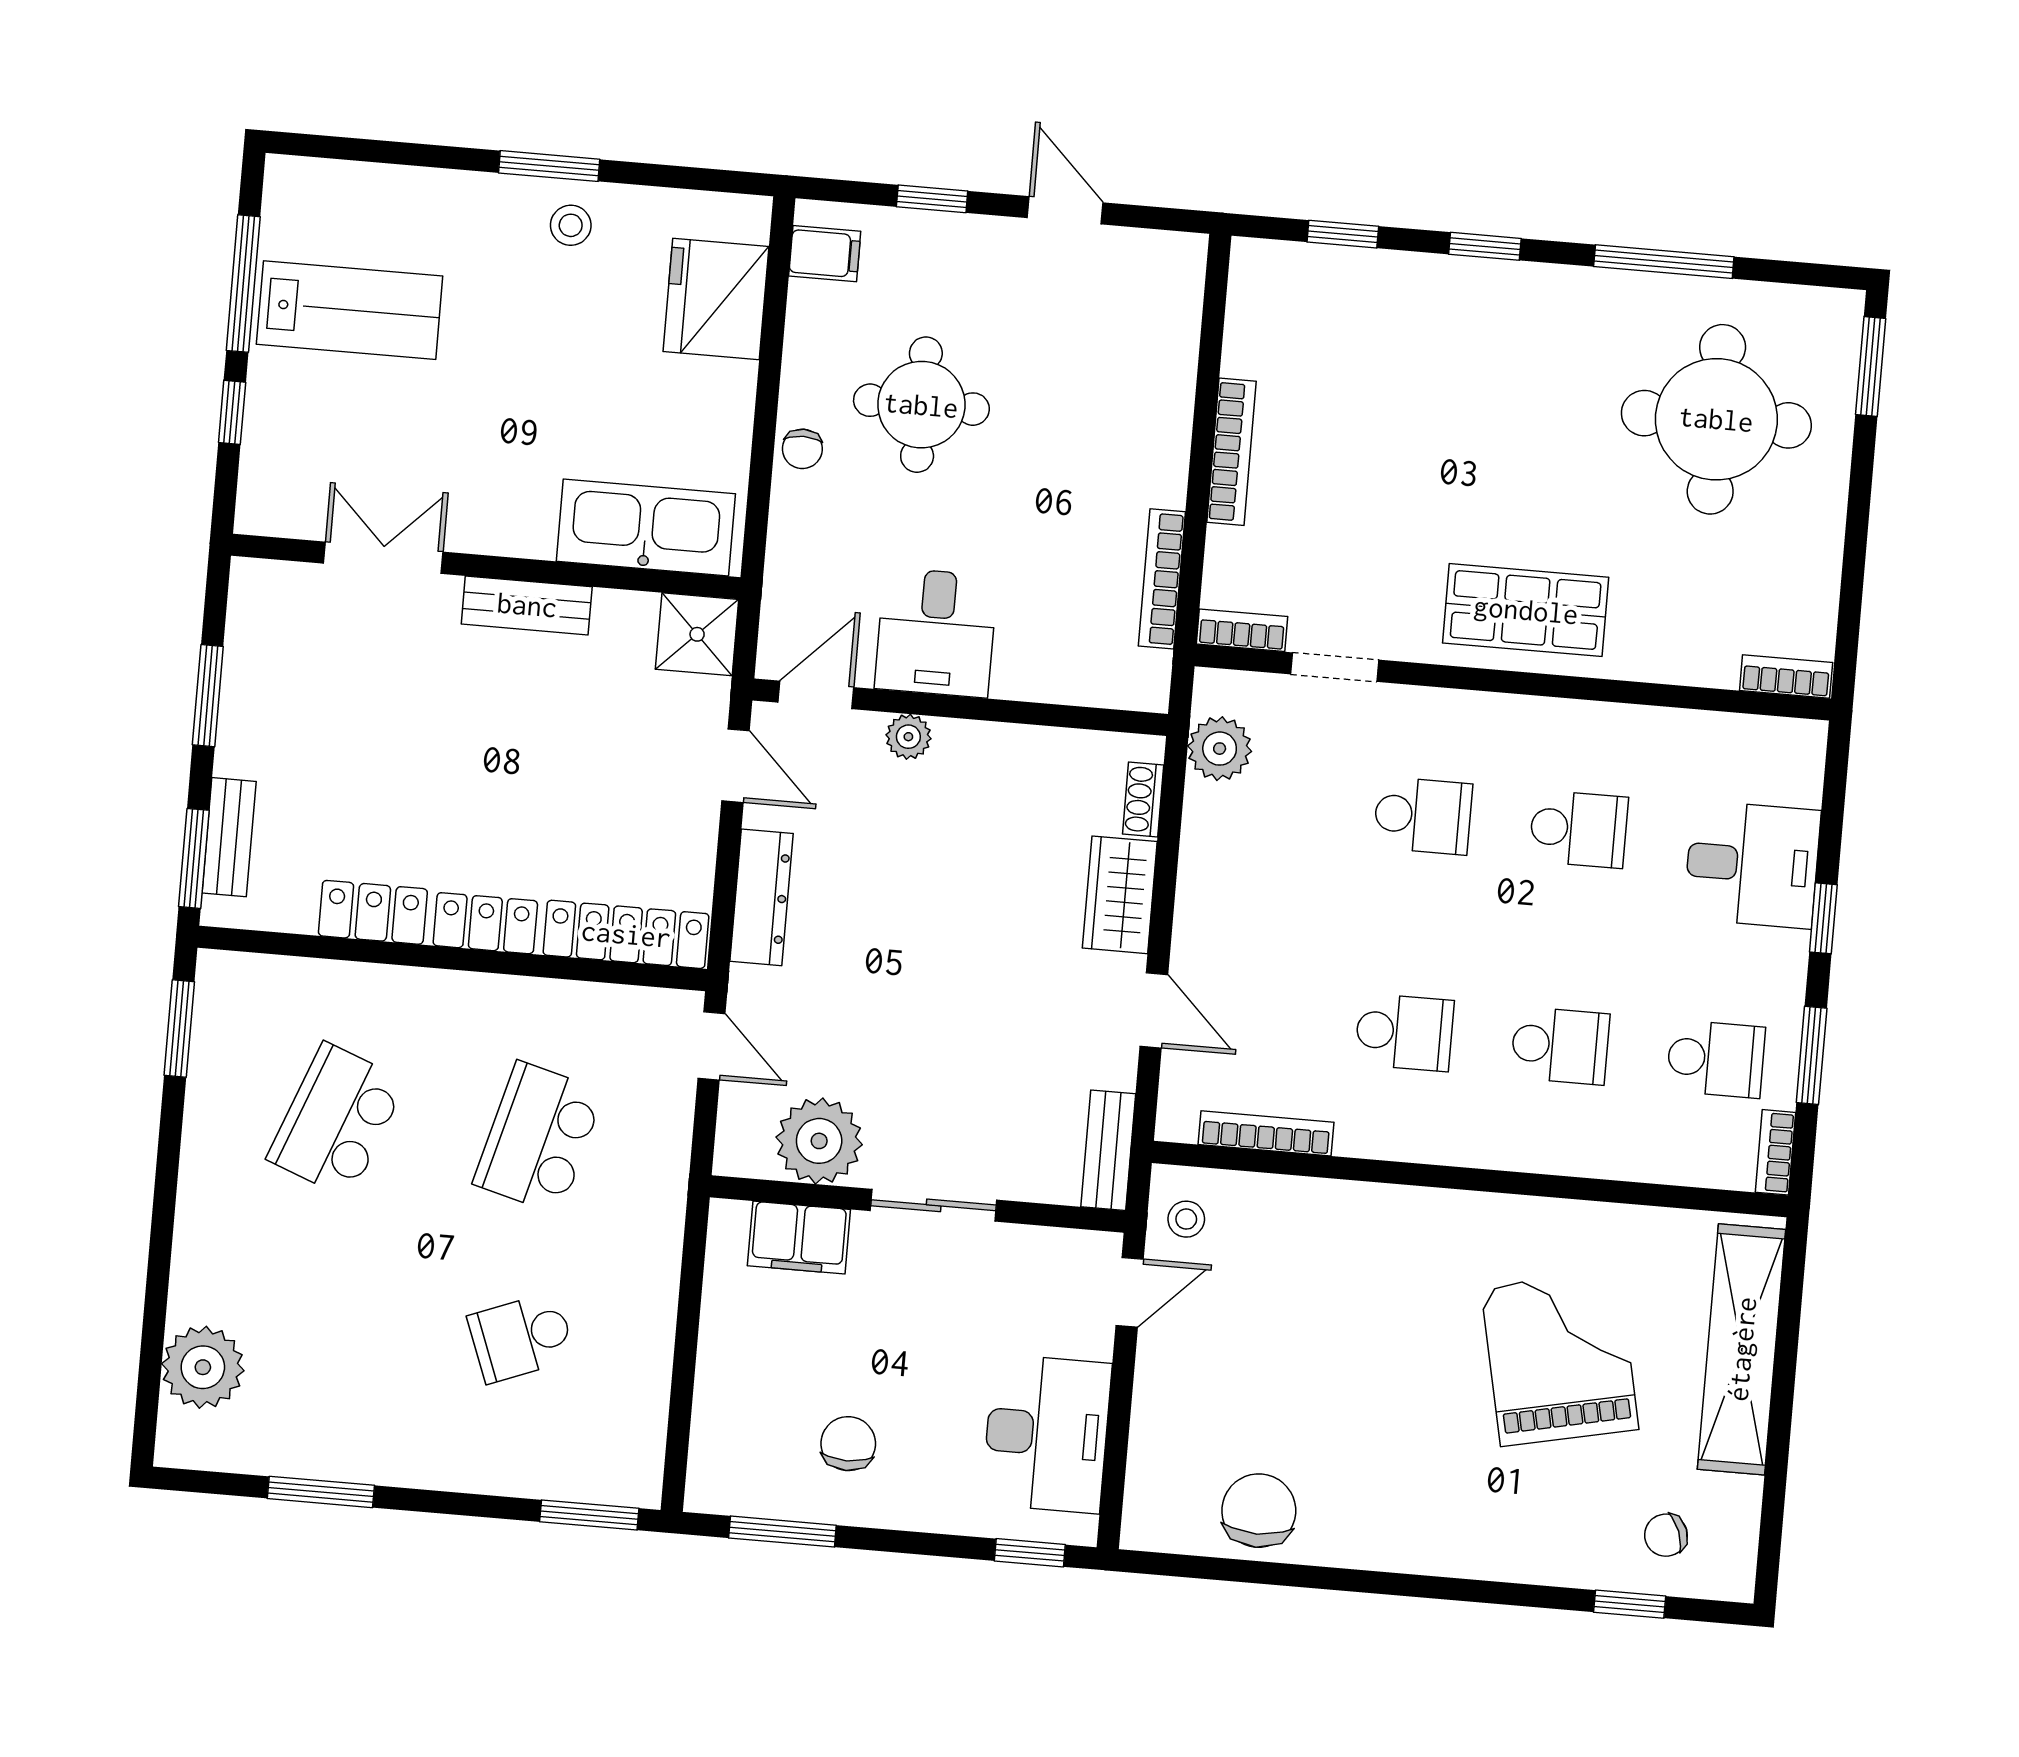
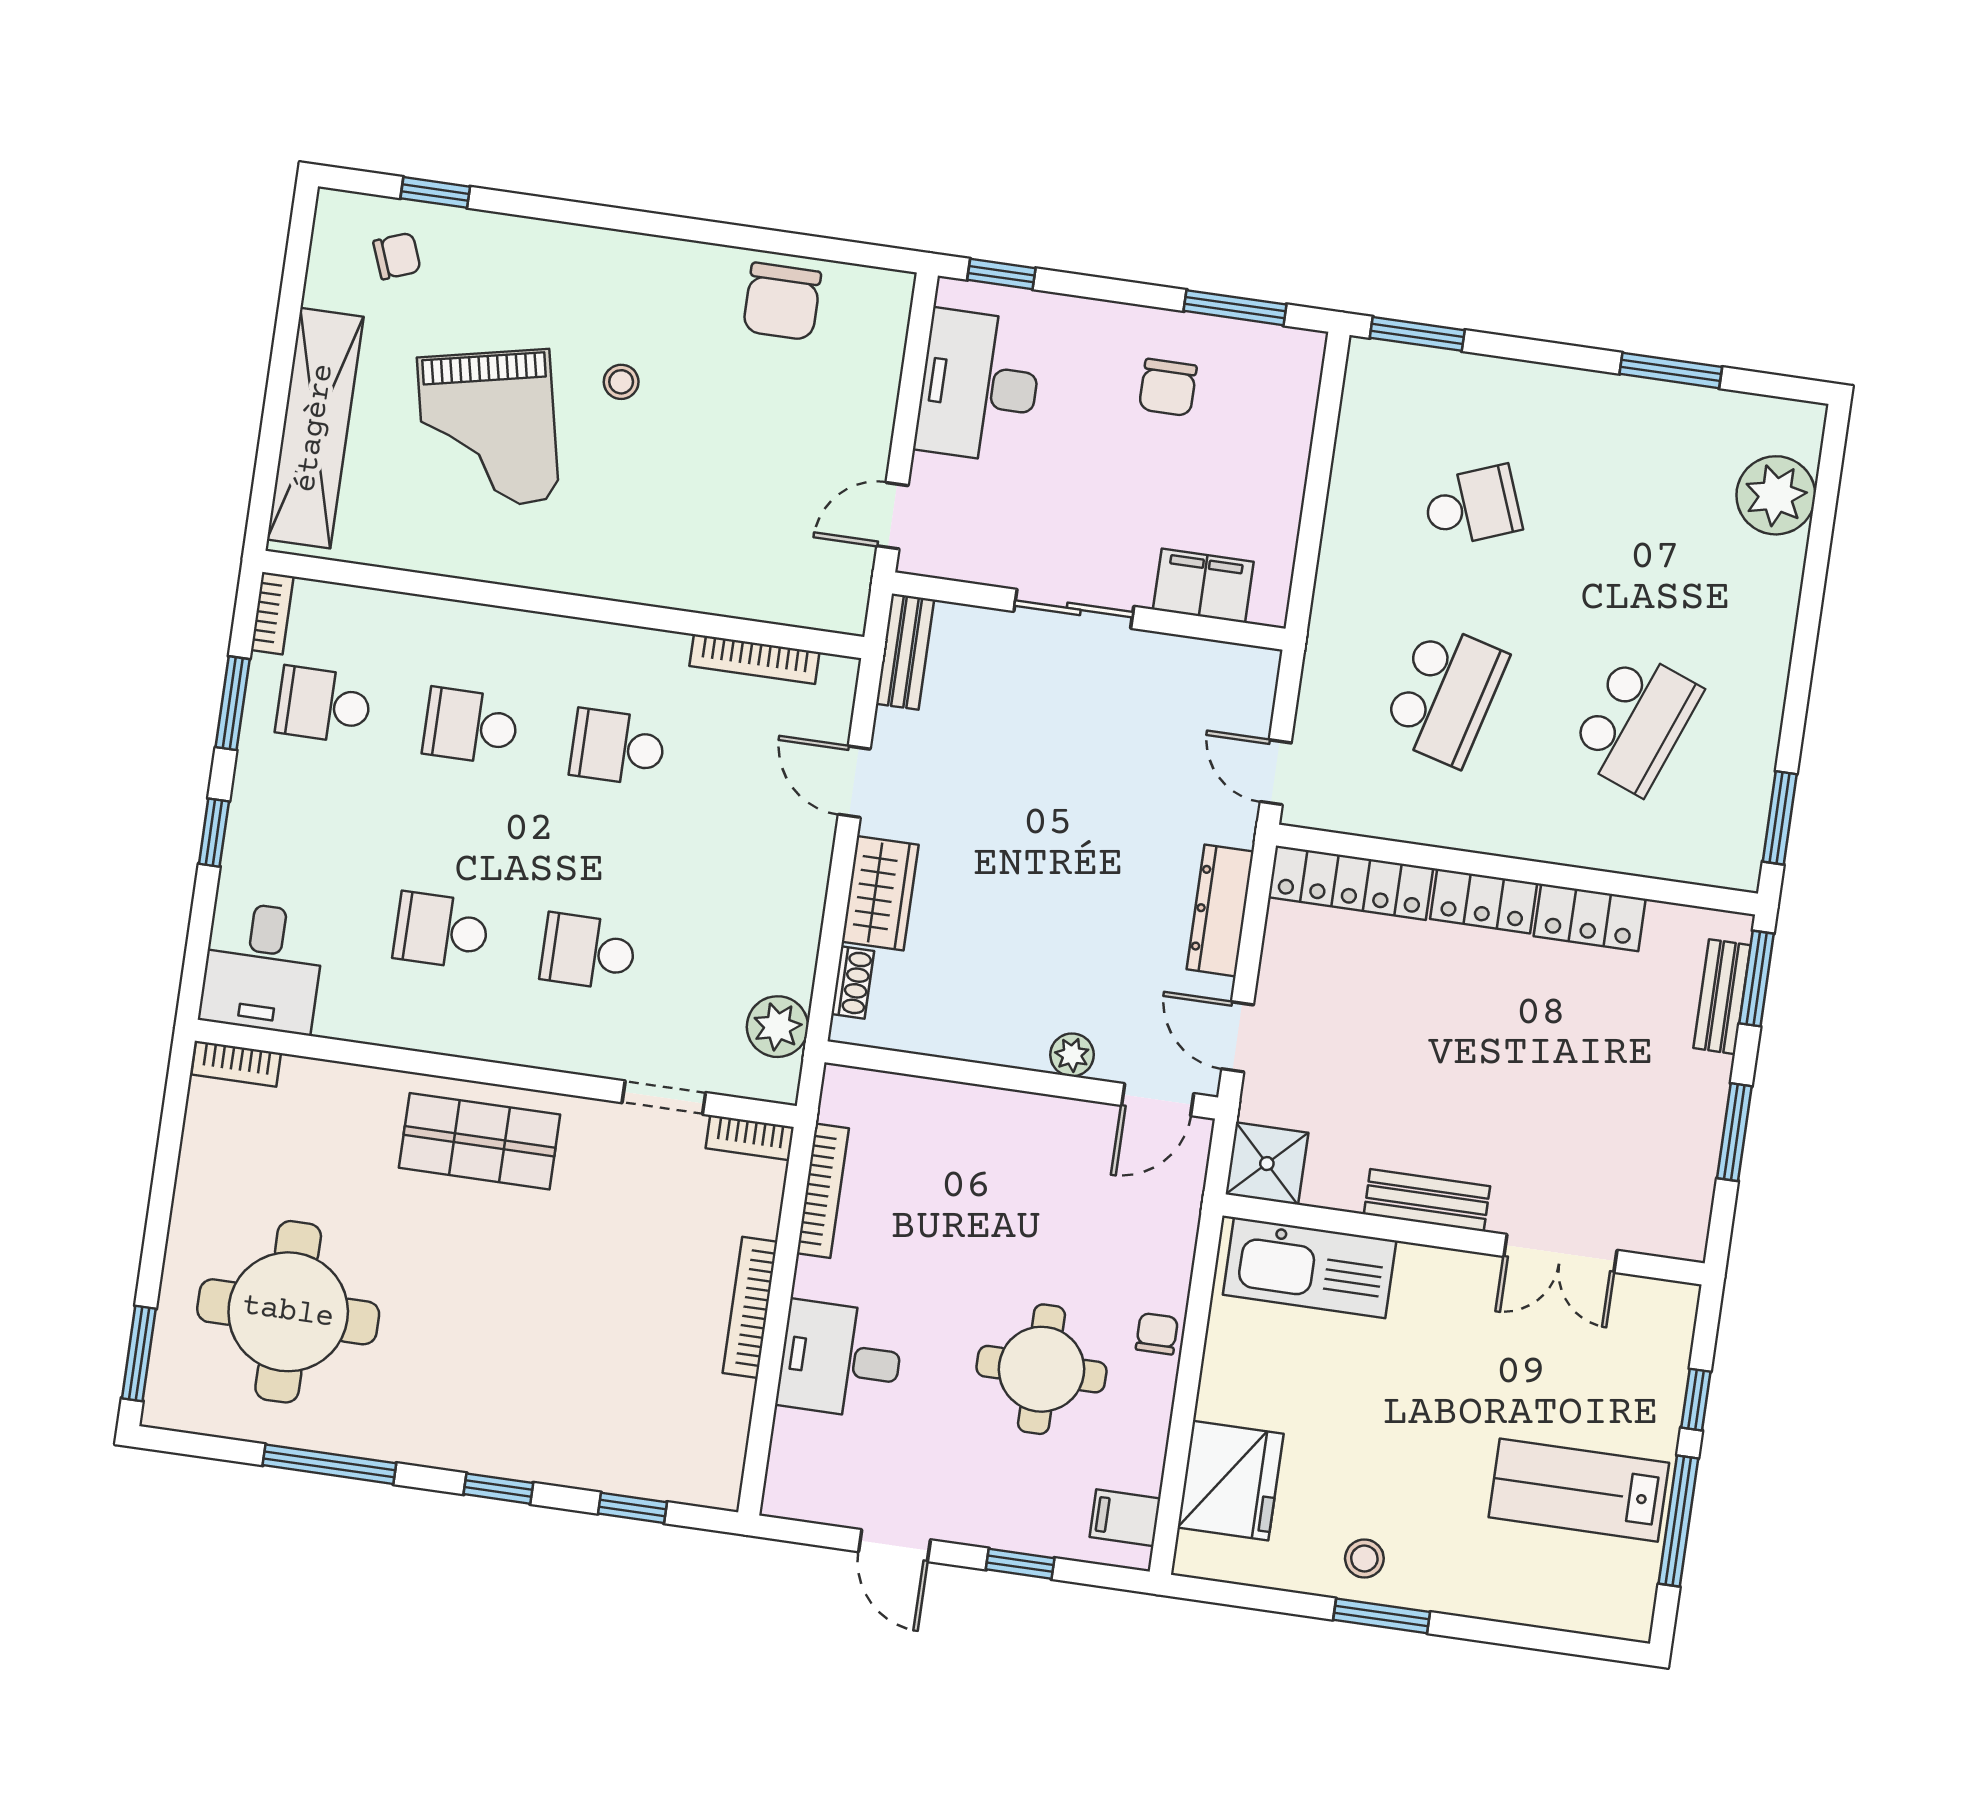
desk: (936, 632) -> (840, 1360), moved, turned -90
desk: (1752, 865) -> (263, 967), moved, turned -90
plant: (819, 1141) -> (1179, 676), removed
stool: (1186, 1219) -> (621, 382), moved

